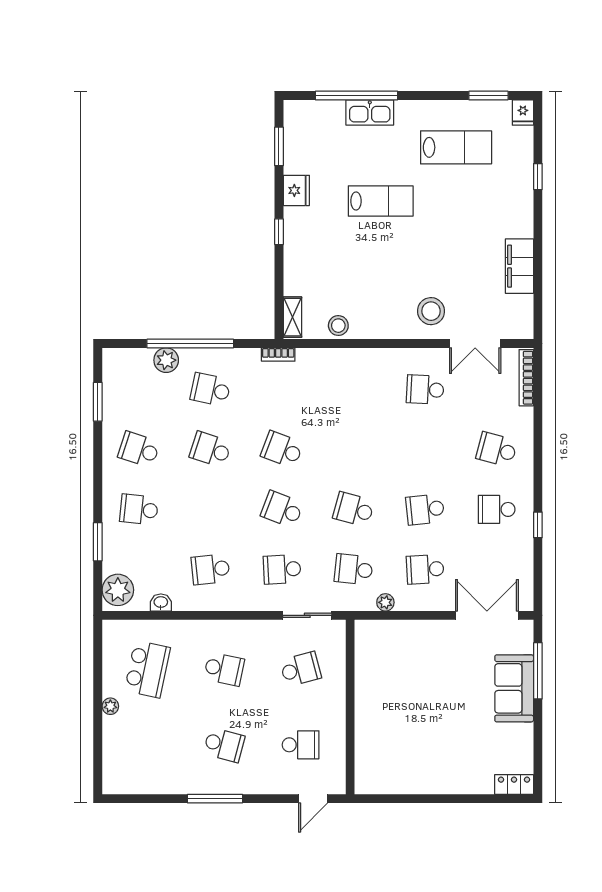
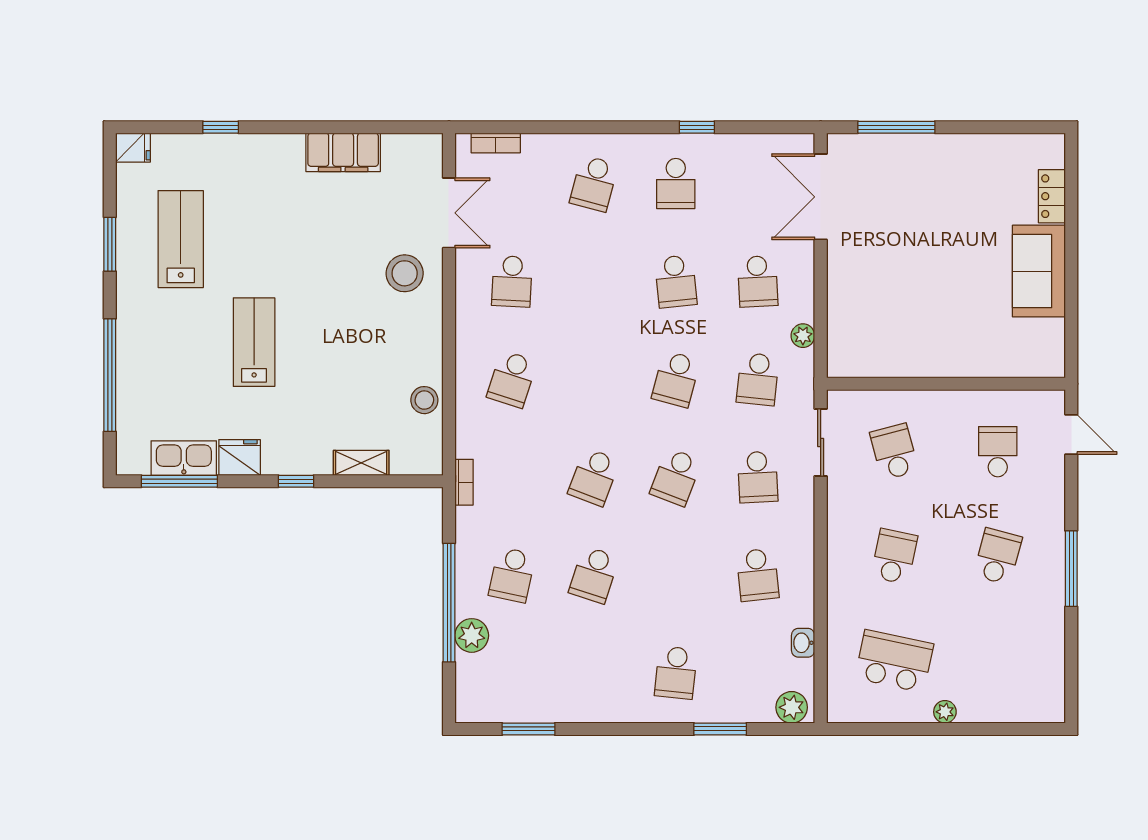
window: (488, 96) -> (110, 244), moved
kitchen sink: (370, 112) -> (184, 458), moved, turned -90
window: (279, 146) -> (179, 481), width x1.44
shelving: (292, 317) -> (361, 463), moved
bookcase: (526, 378) -> (496, 143), width x0.64
school desk: (139, 449) -> (512, 379), moved
plant: (118, 590) -> (792, 707), width x0.73, depth x0.73
sofa: (514, 688) -> (1039, 271), moved, turned 90
locker: (514, 785) -> (1052, 196), moved

